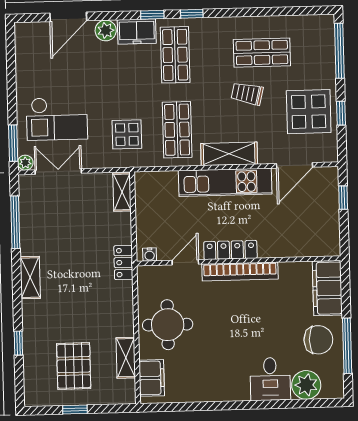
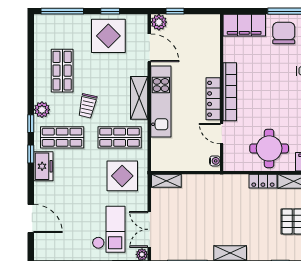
plant: (106, 30) -> (42, 110), moved
trolley: (247, 94) -> (87, 106), moved
display table: (127, 134) -> (122, 176), width x1.36, depth x1.36
plant: (328, 177) -> (159, 22), added
locker: (123, 263) -> (263, 181), moved

